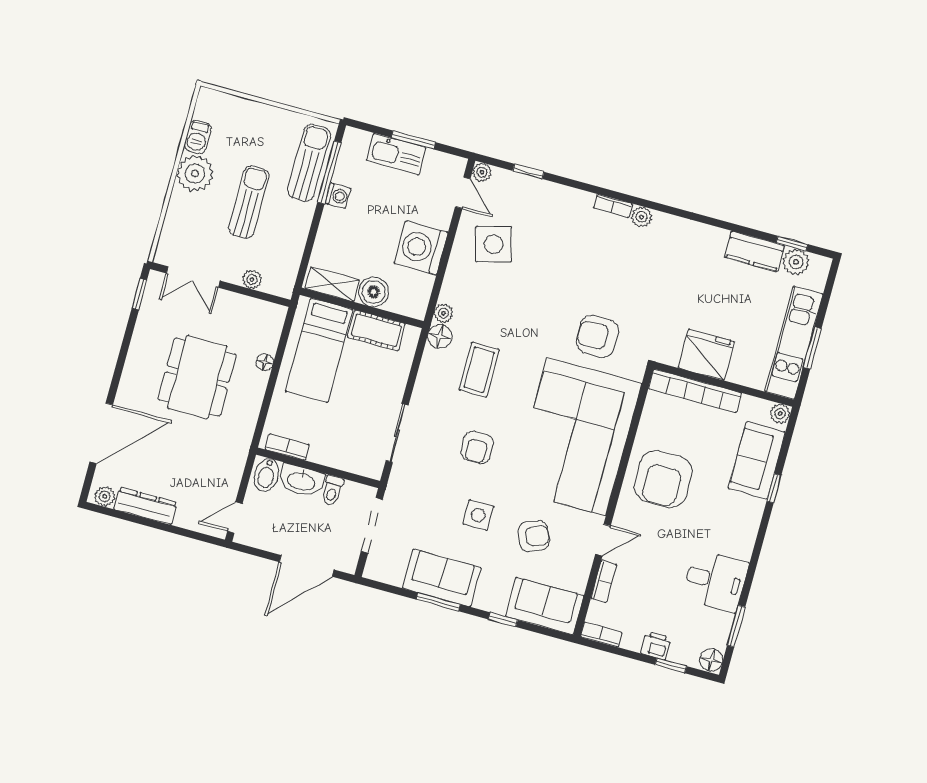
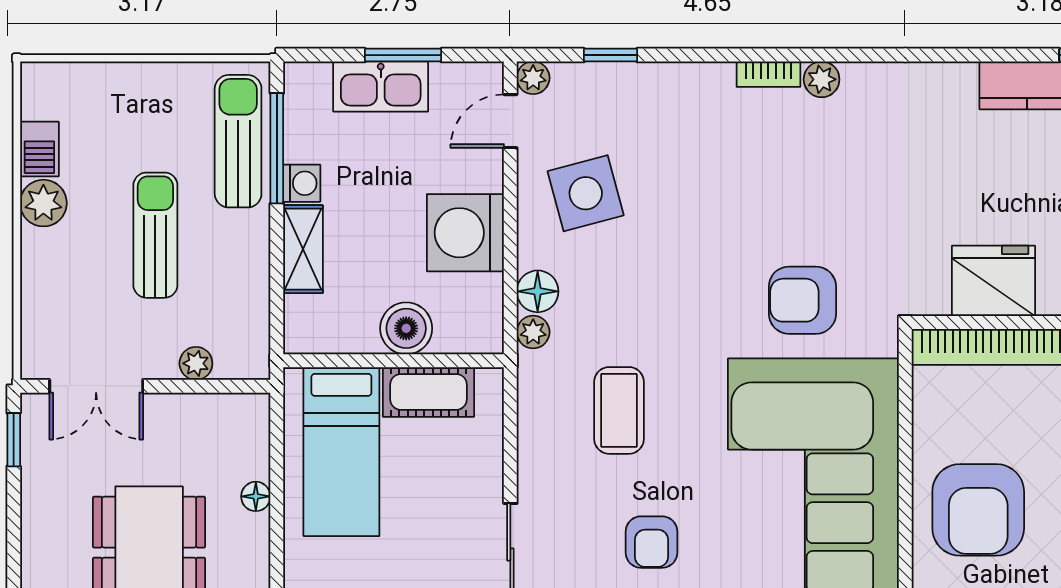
plant: (195, 173) -> (43, 203), width x0.73, depth x0.73
door: (463, 193) -> (510, 121), swing flipped
shelving: (332, 284) -> (303, 249), moved, turned 90
floor lamp: (440, 336) -> (538, 291), moved

